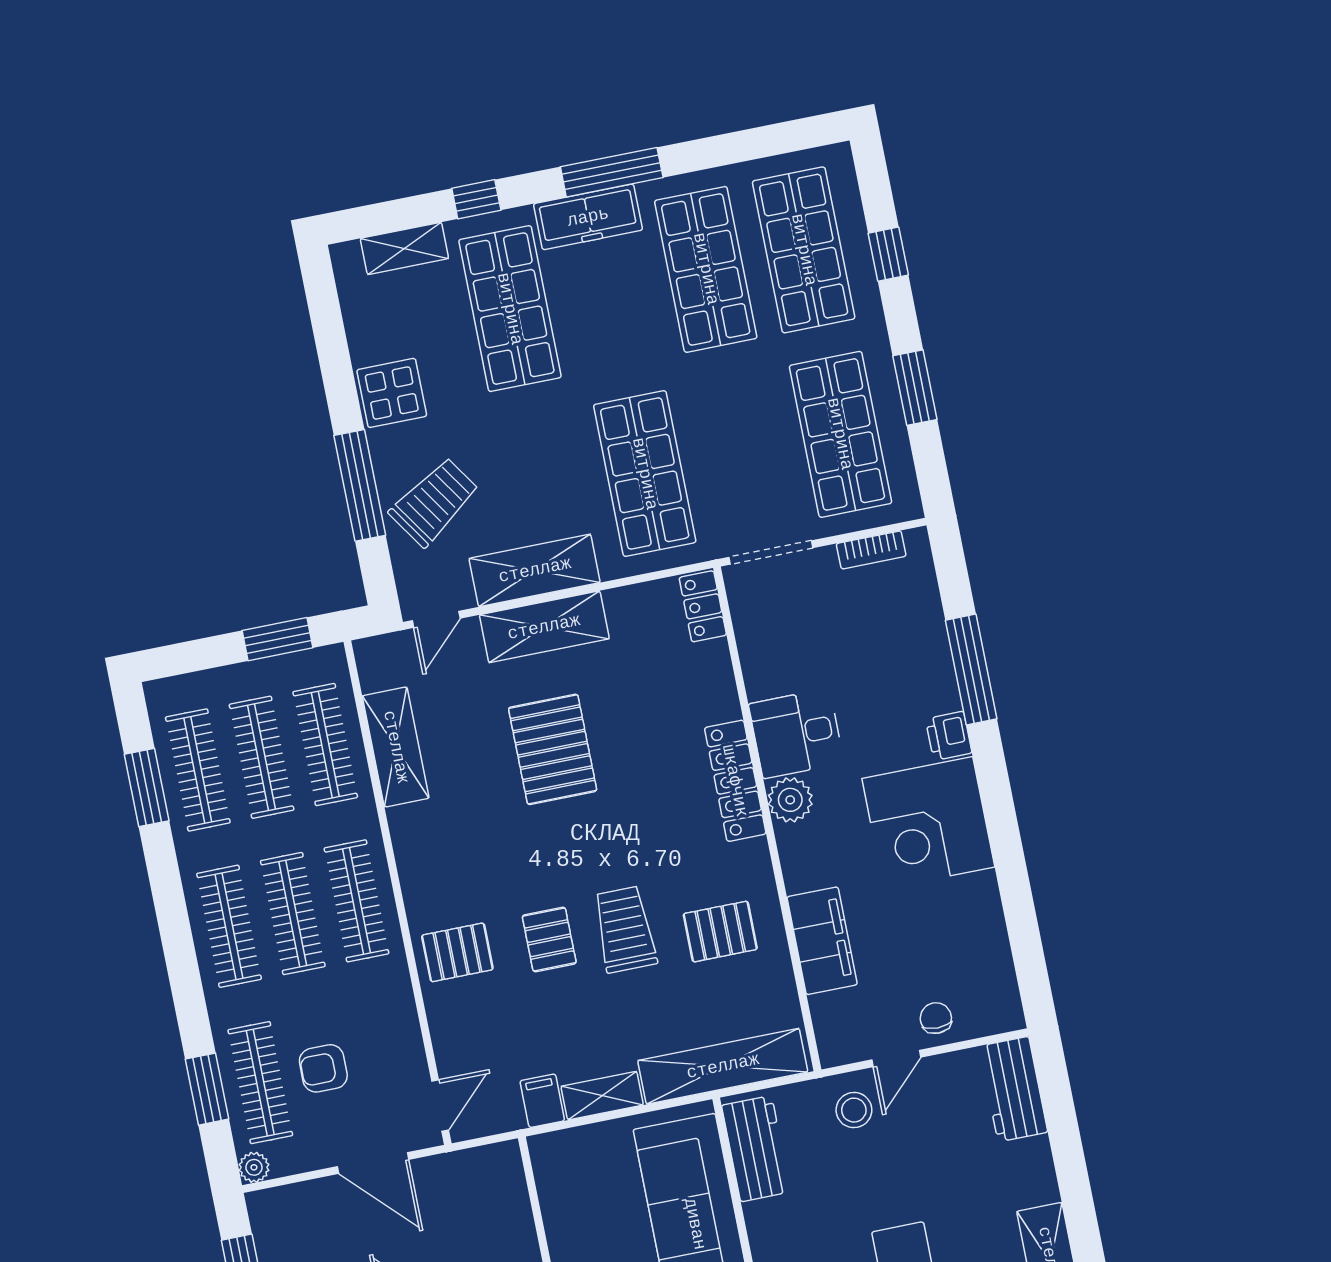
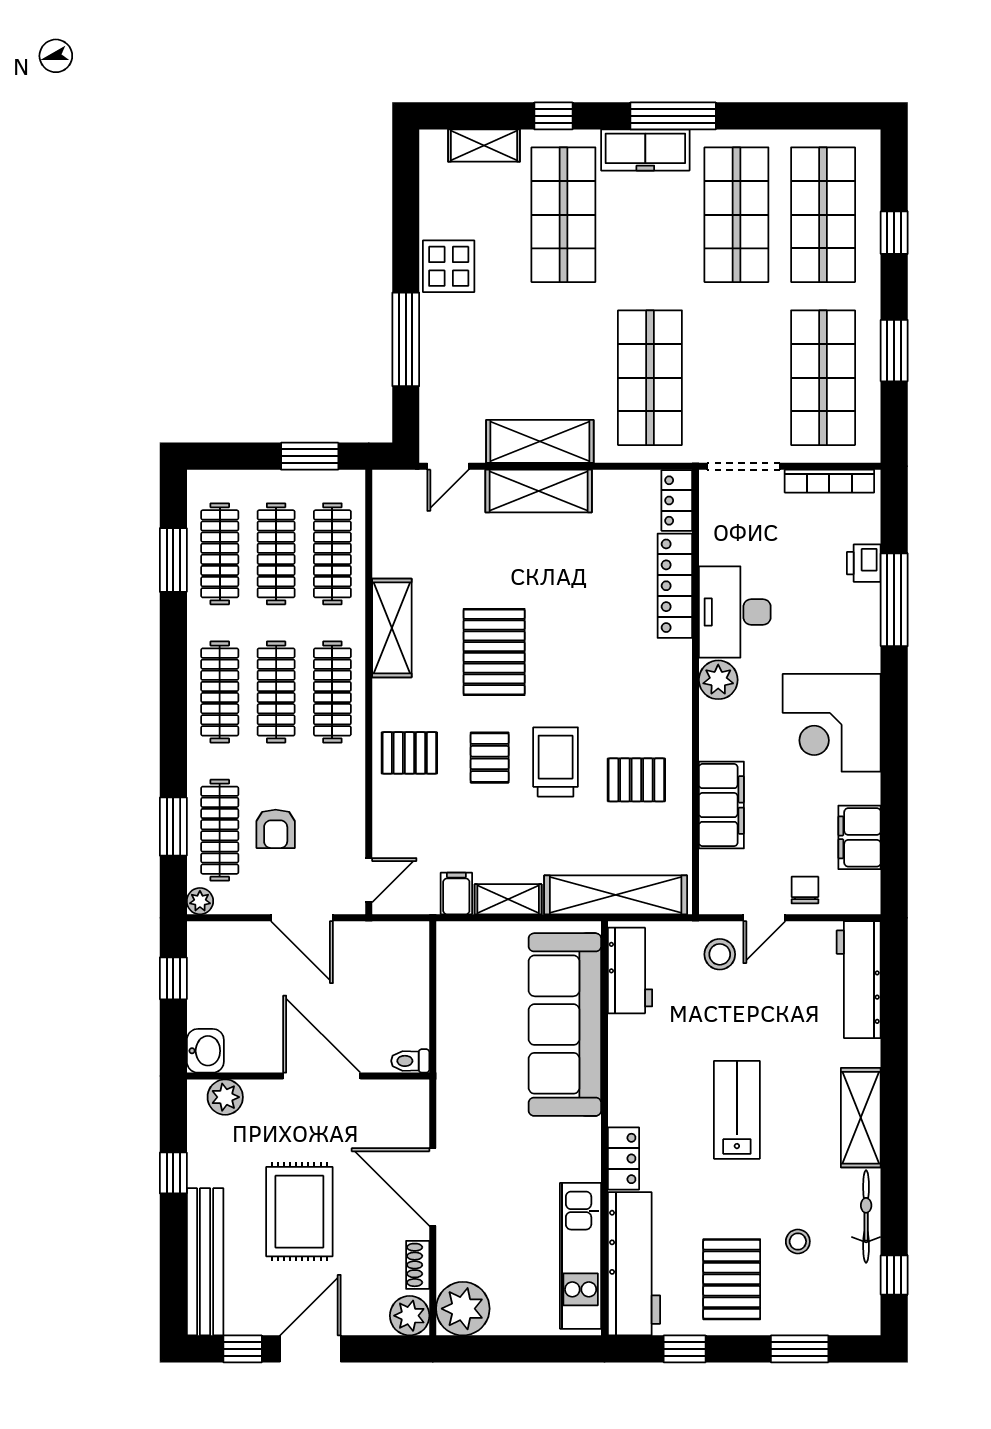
trolley: (434, 502) -> (466, 366), removed
bookcase: (871, 550) -> (829, 481), width x1.56
desk: (796, 733) -> (735, 612), width x1.37
printer: (949, 736) -> (864, 563), moved
shelving: (396, 747) -> (392, 628), moved
pallet: (553, 749) -> (494, 652), moved
locker: (735, 781) -> (675, 586), moved
filing cabinet: (986, 946) -> (860, 837), added
armchair: (323, 1068) -> (276, 829), turned -90
workbench: (1013, 1089) -> (859, 980), width x1.37

